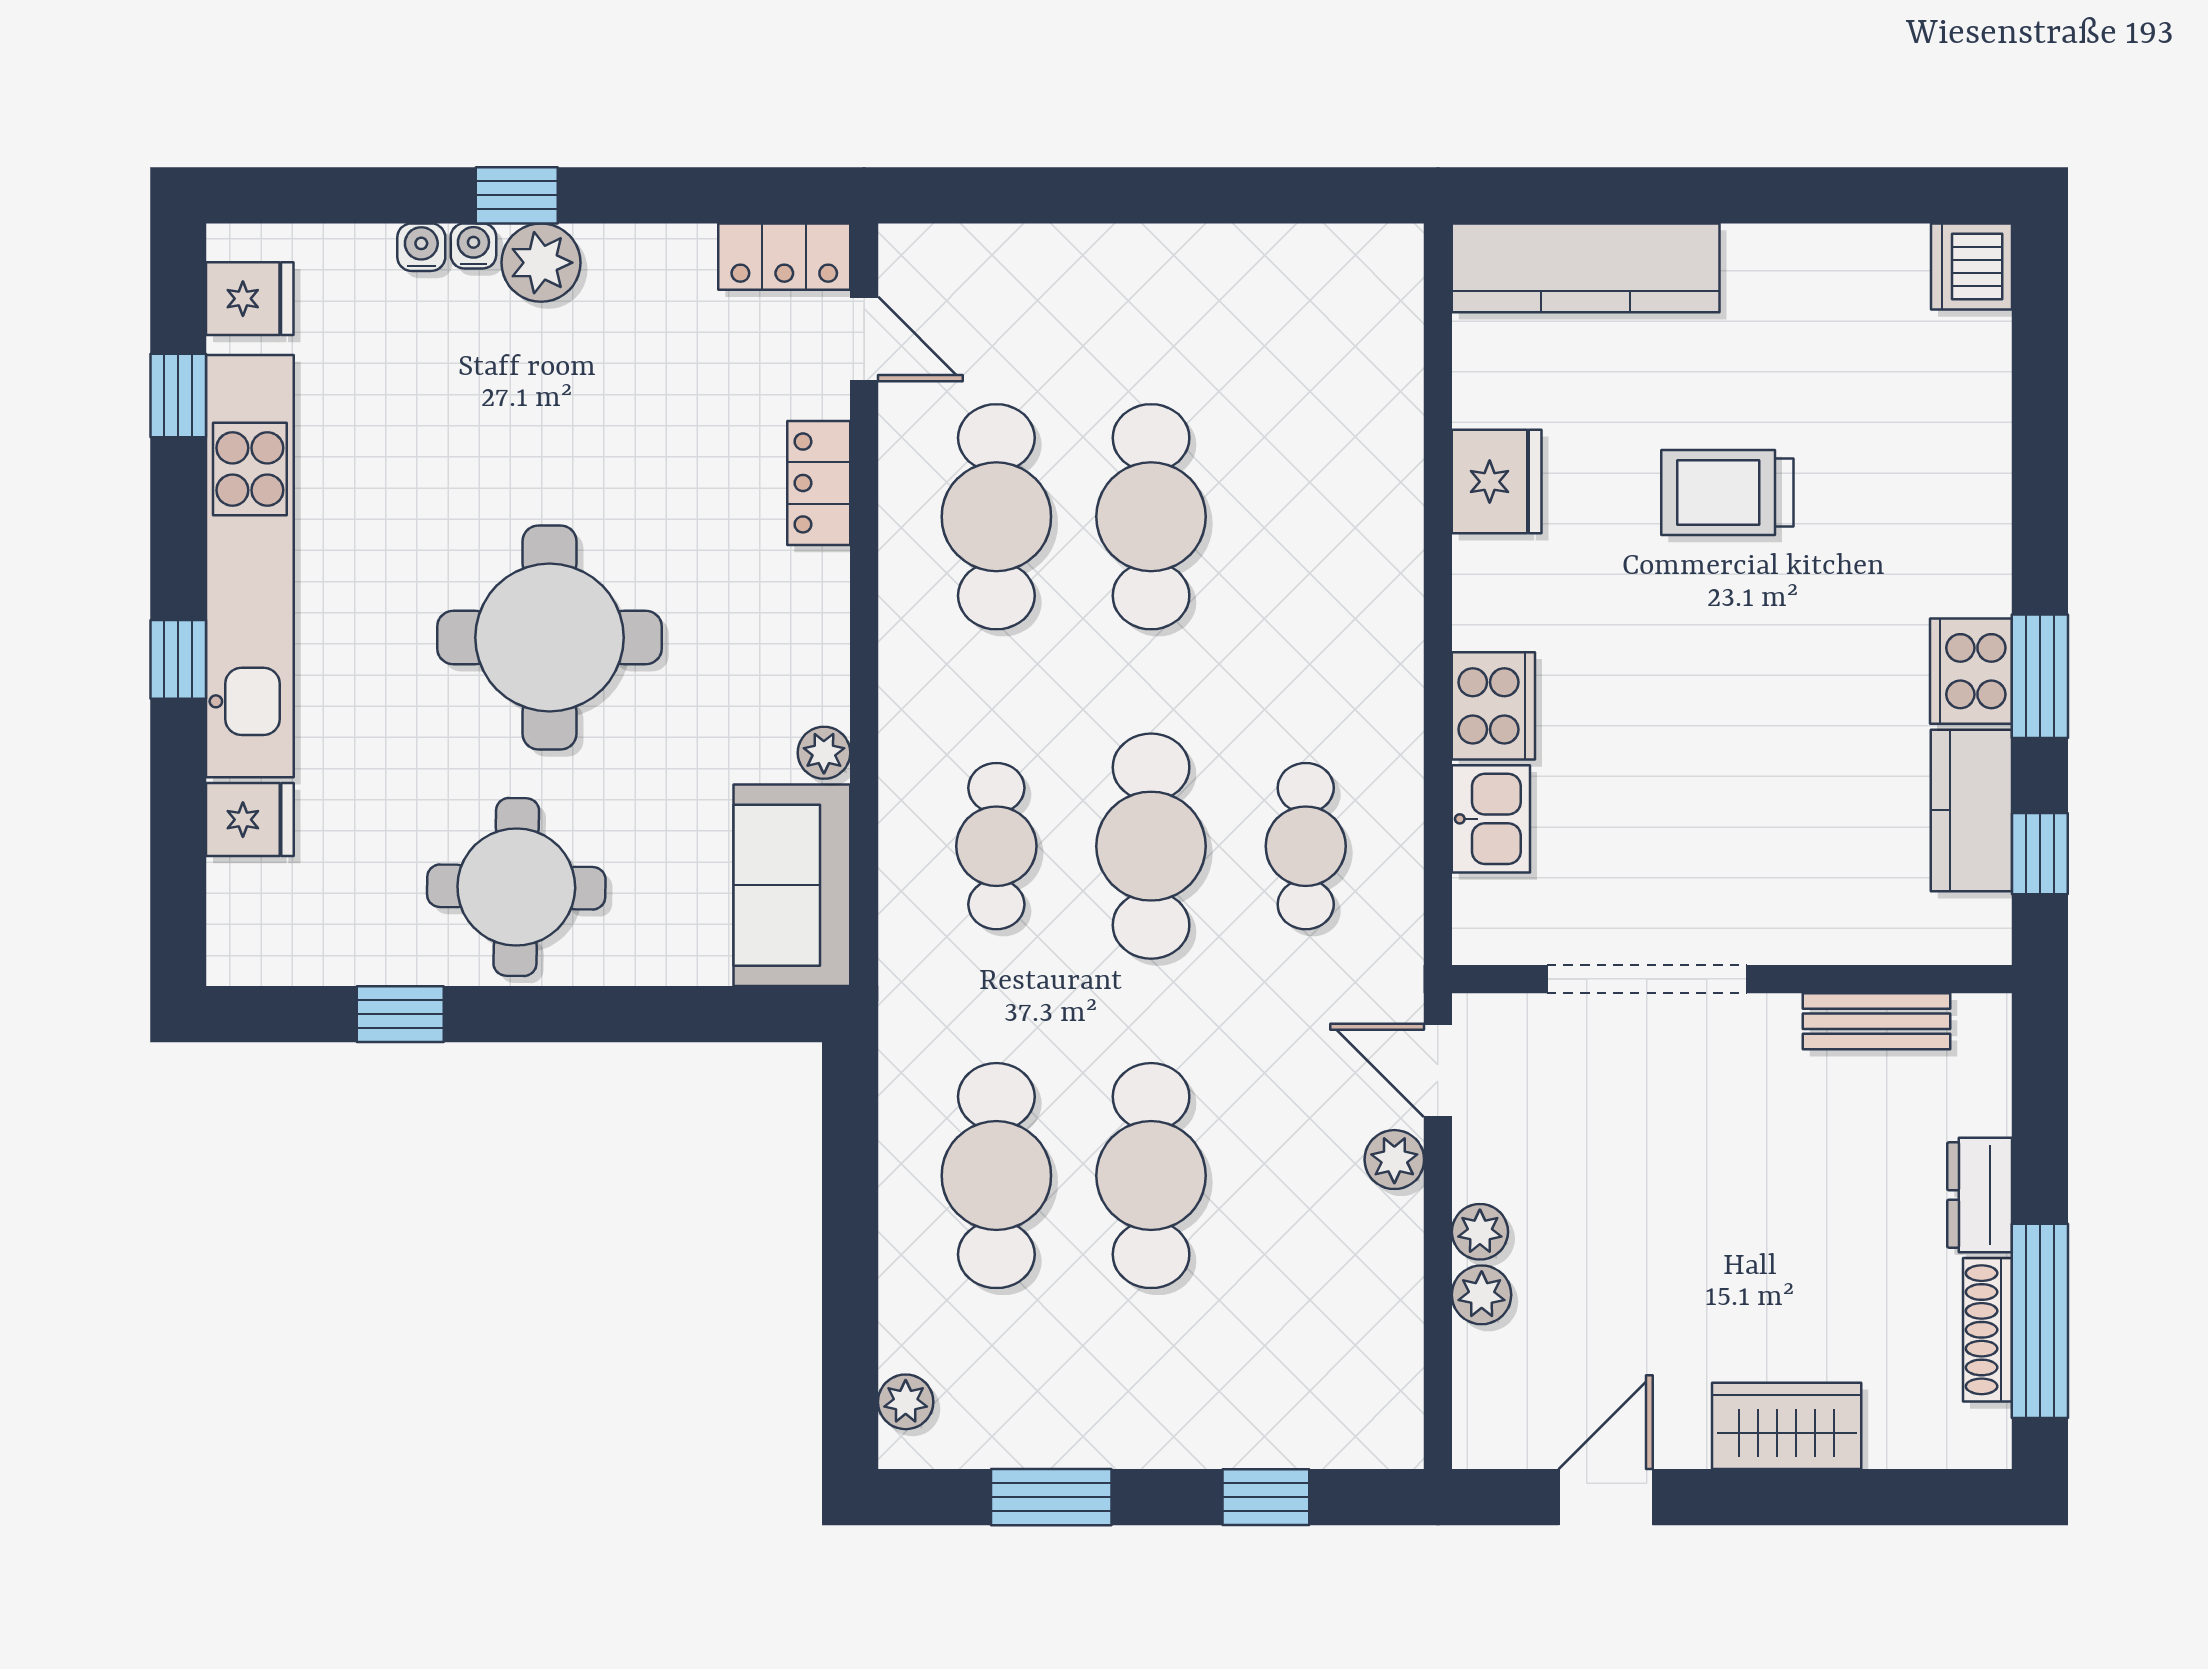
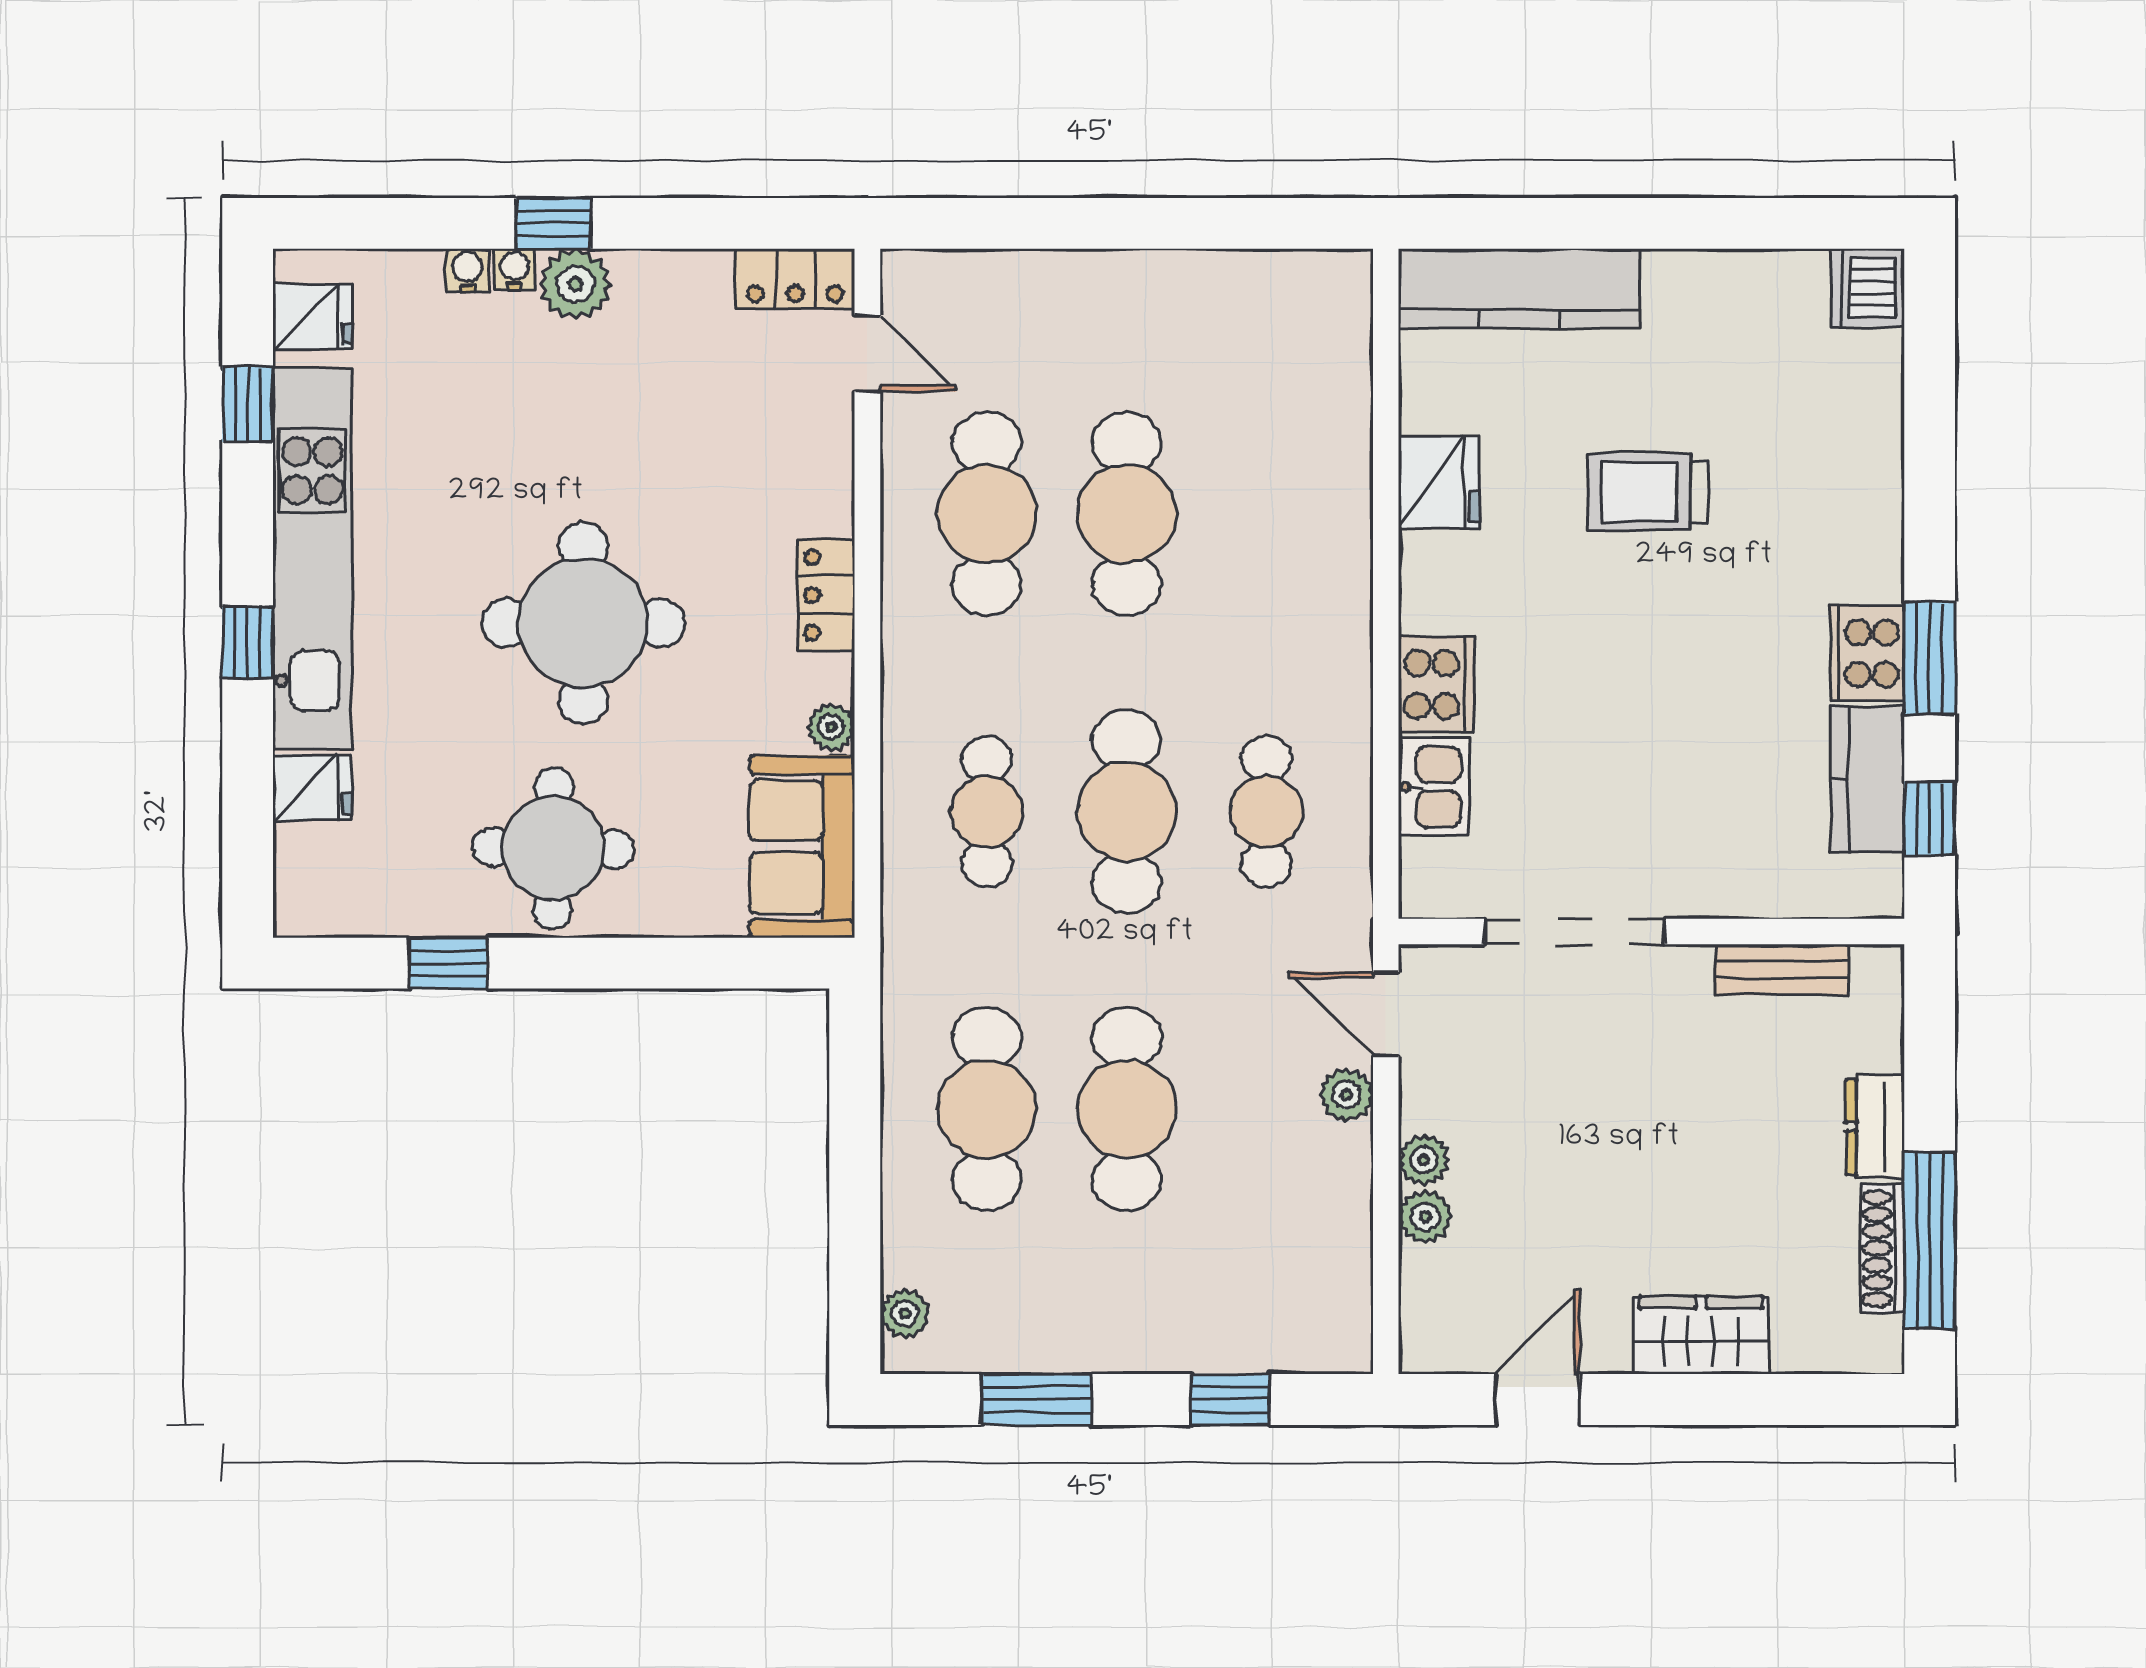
locker: (819, 483) -> (826, 595), moved

